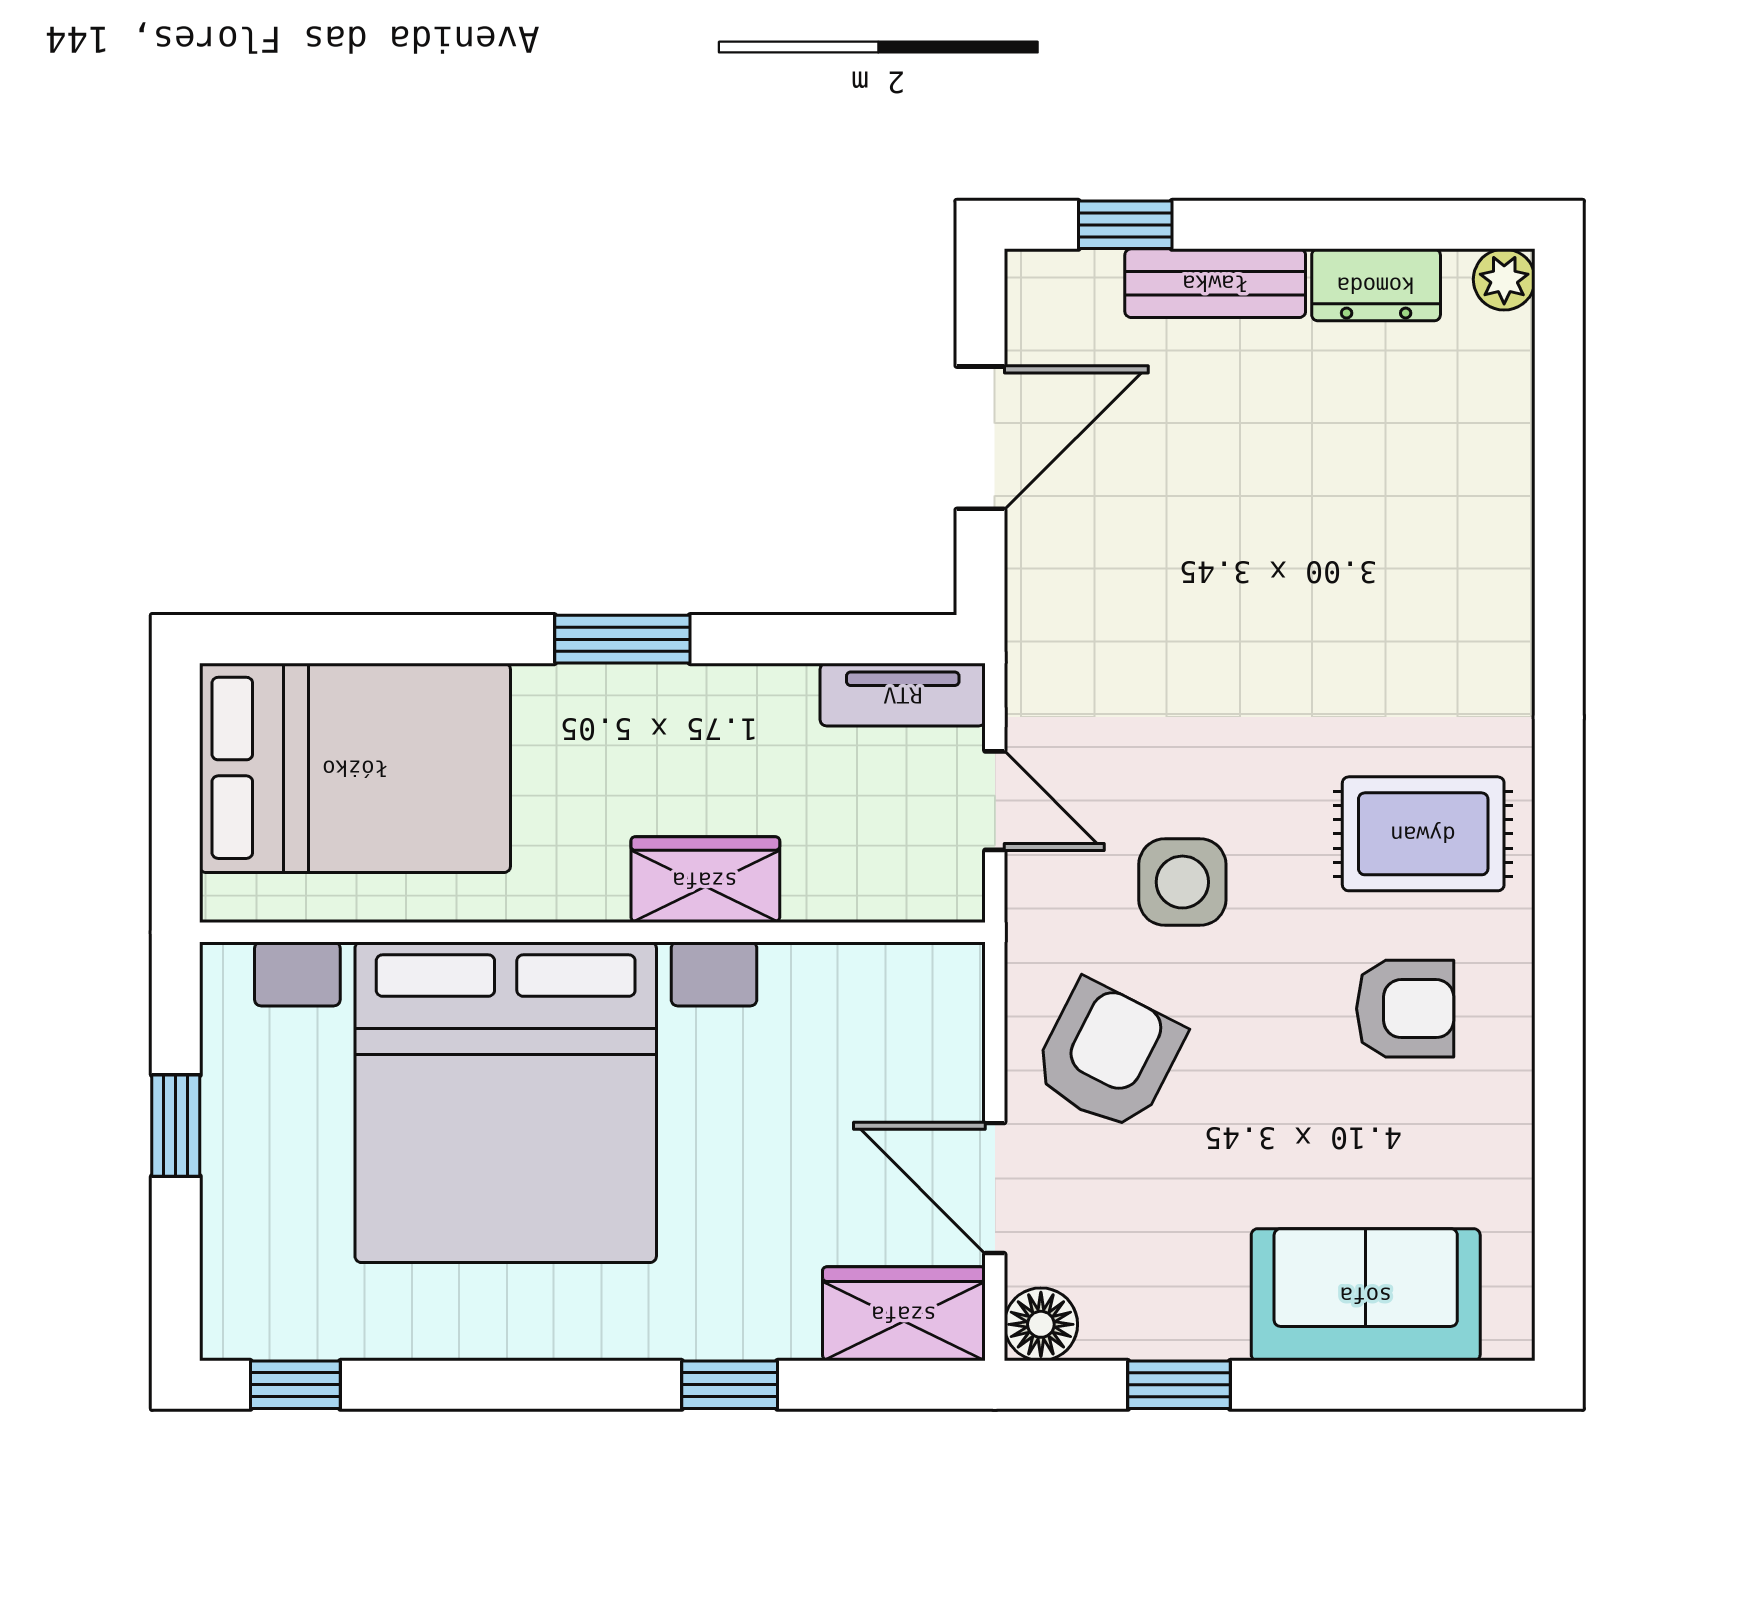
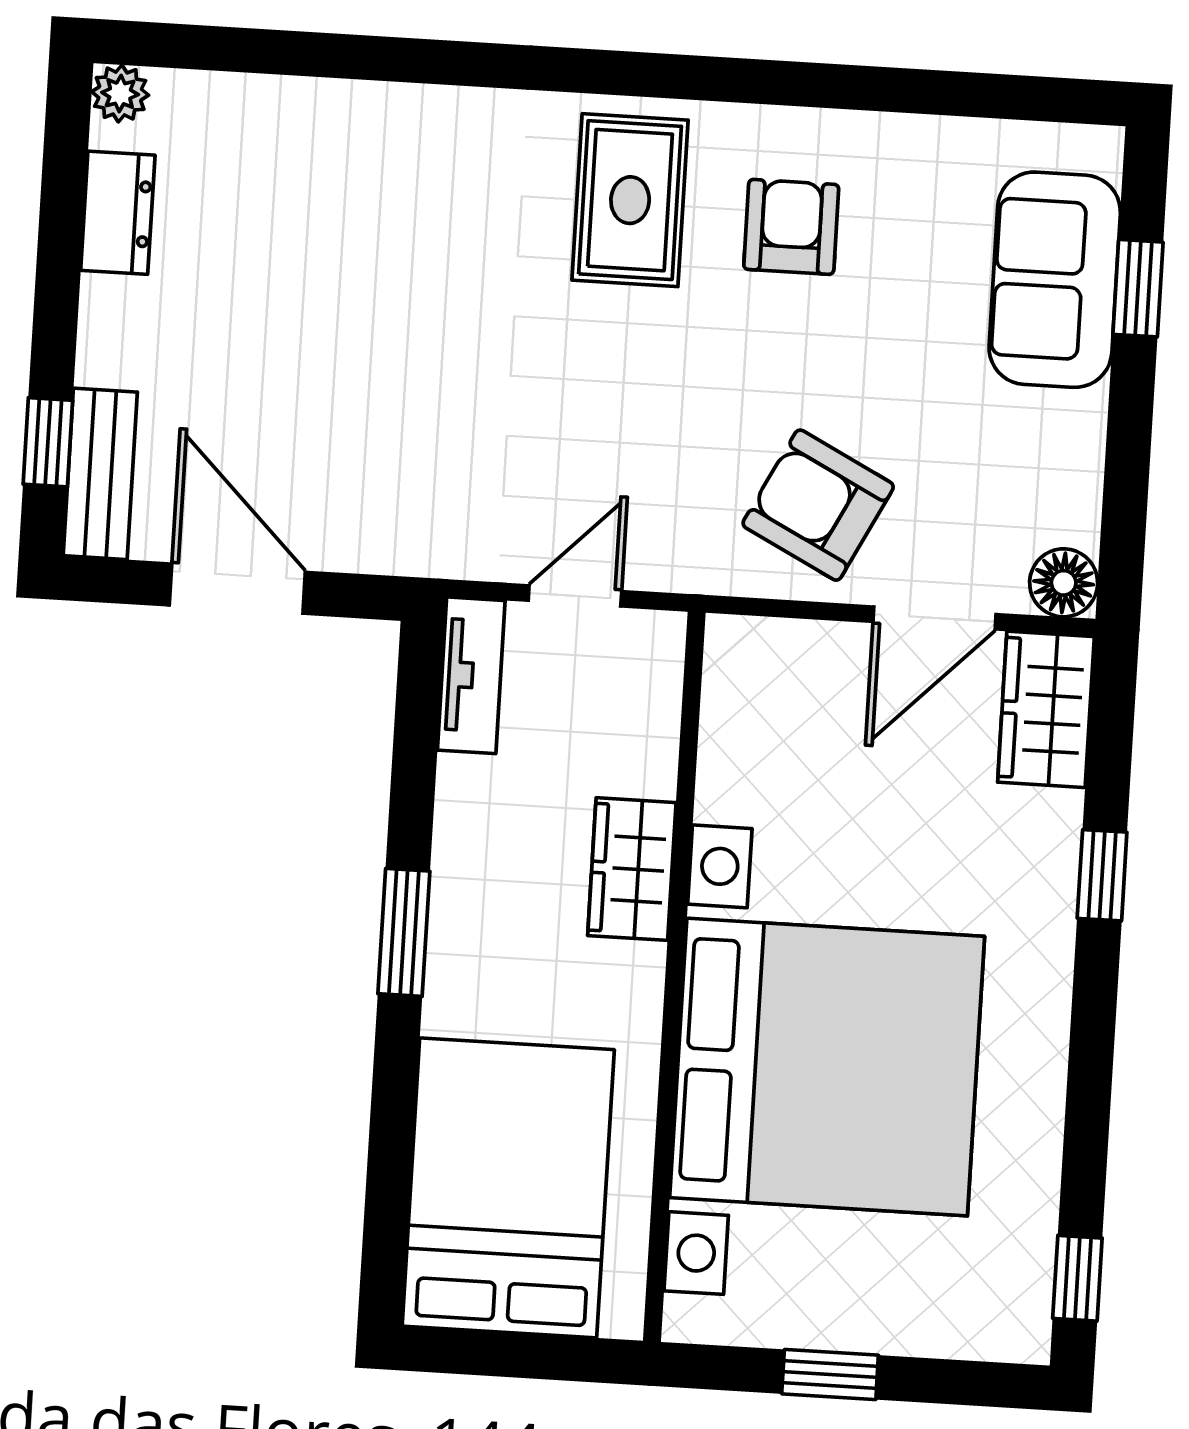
bench: (1215, 283) -> (100, 474), moved
side table: (1182, 882) -> (661, 426), removed
window: (1179, 1385) -> (1138, 288), moved

